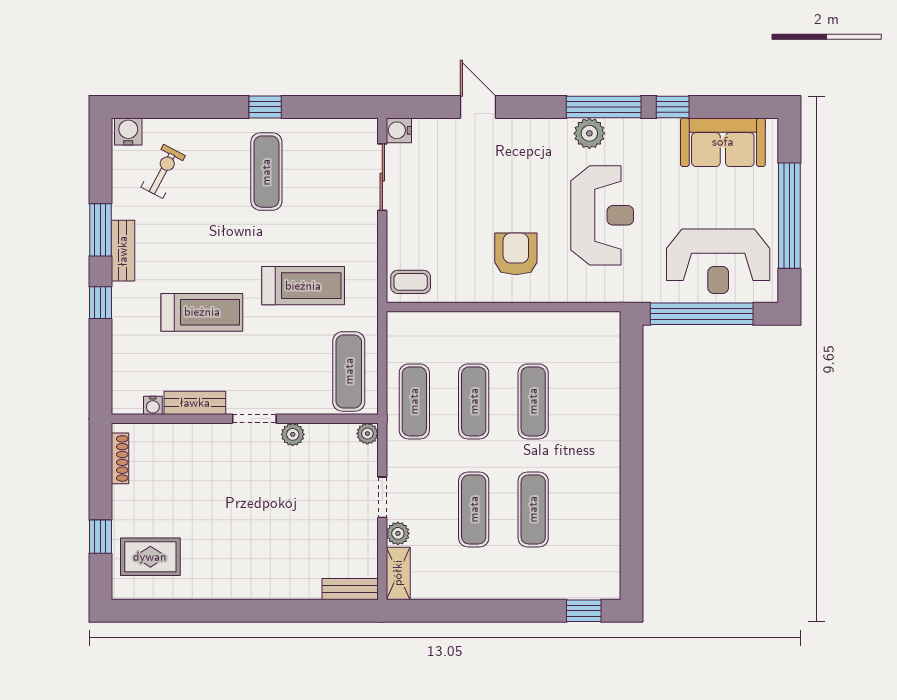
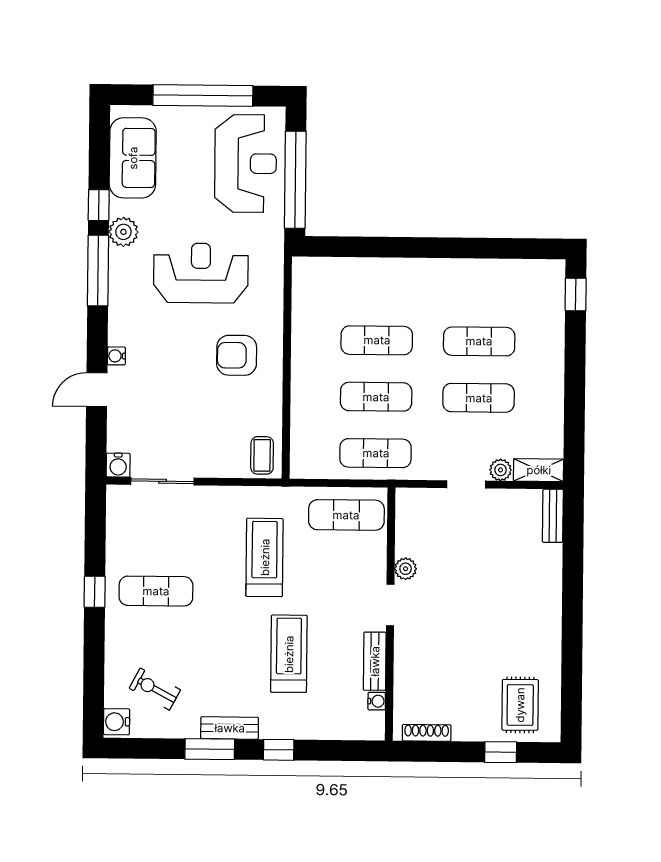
water cooler: (514, 127) -> (116, 356), added
plant: (589, 133) -> (123, 232), moved
plant: (367, 434) -> (405, 498), removed

